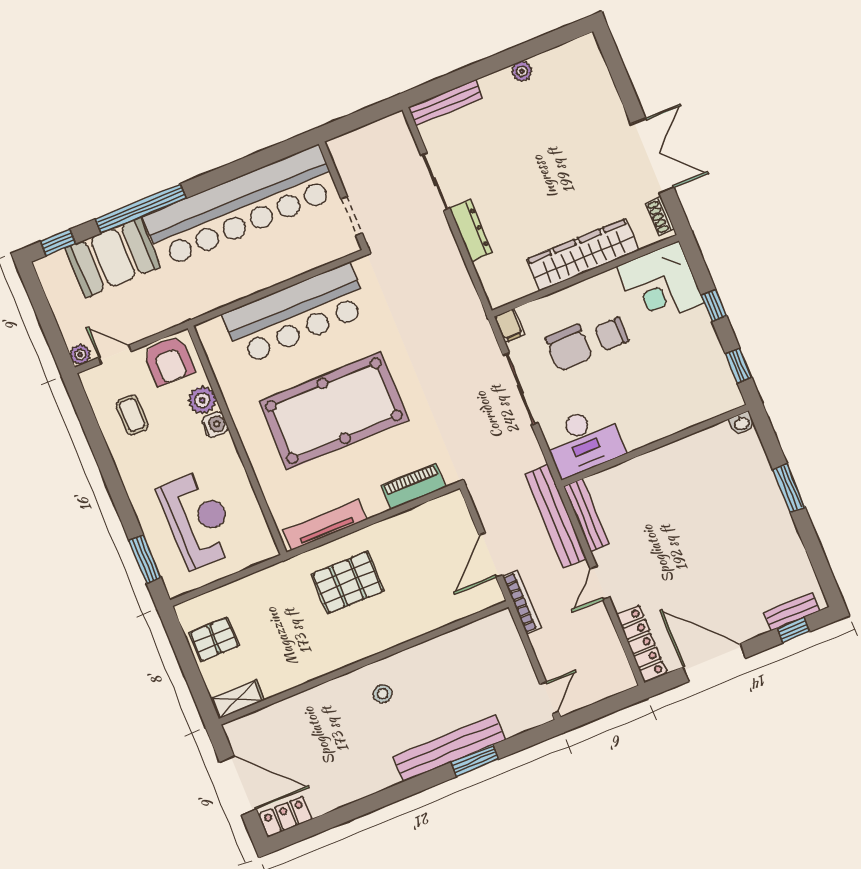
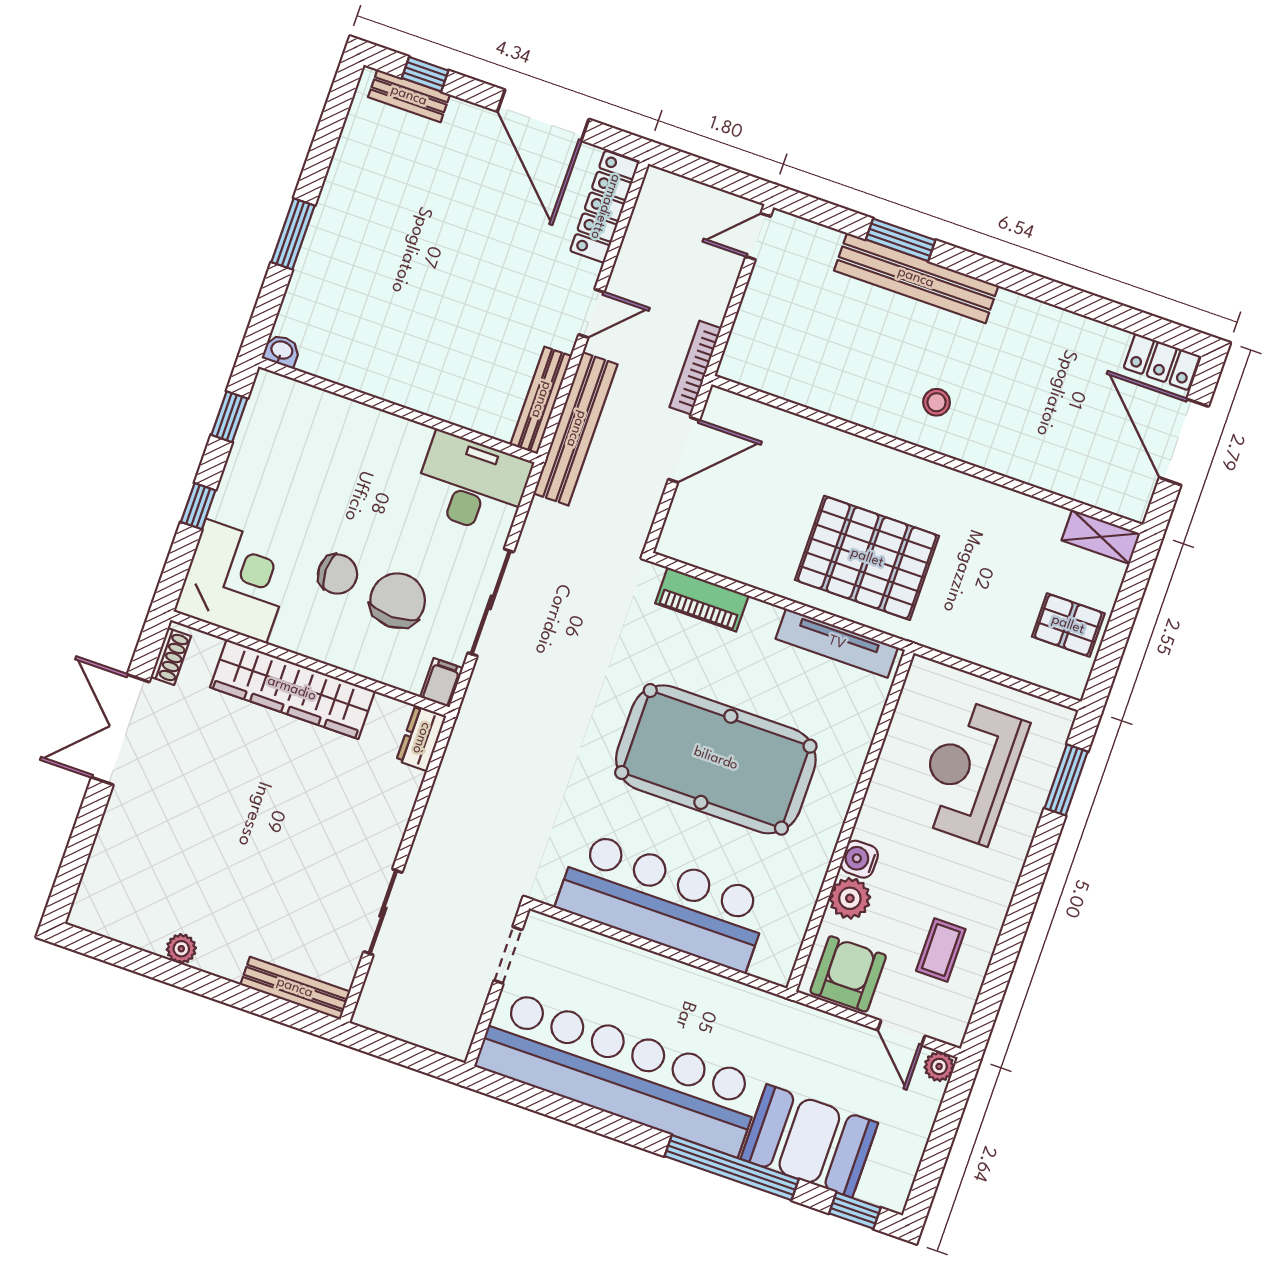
dresser: (471, 231) -> (421, 738), moved, width x0.70
pallet: (348, 582) -> (867, 558), width x1.37, depth x1.41

